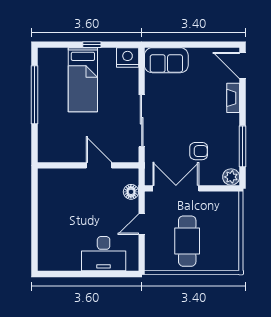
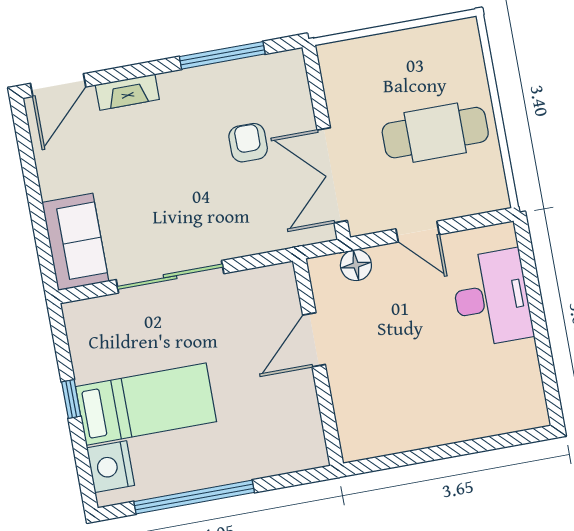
nightstand: (128, 58) -> (111, 467), moved
sliding door: (142, 121) -> (170, 277), moved
plant: (231, 177) -> (289, 67), removed

